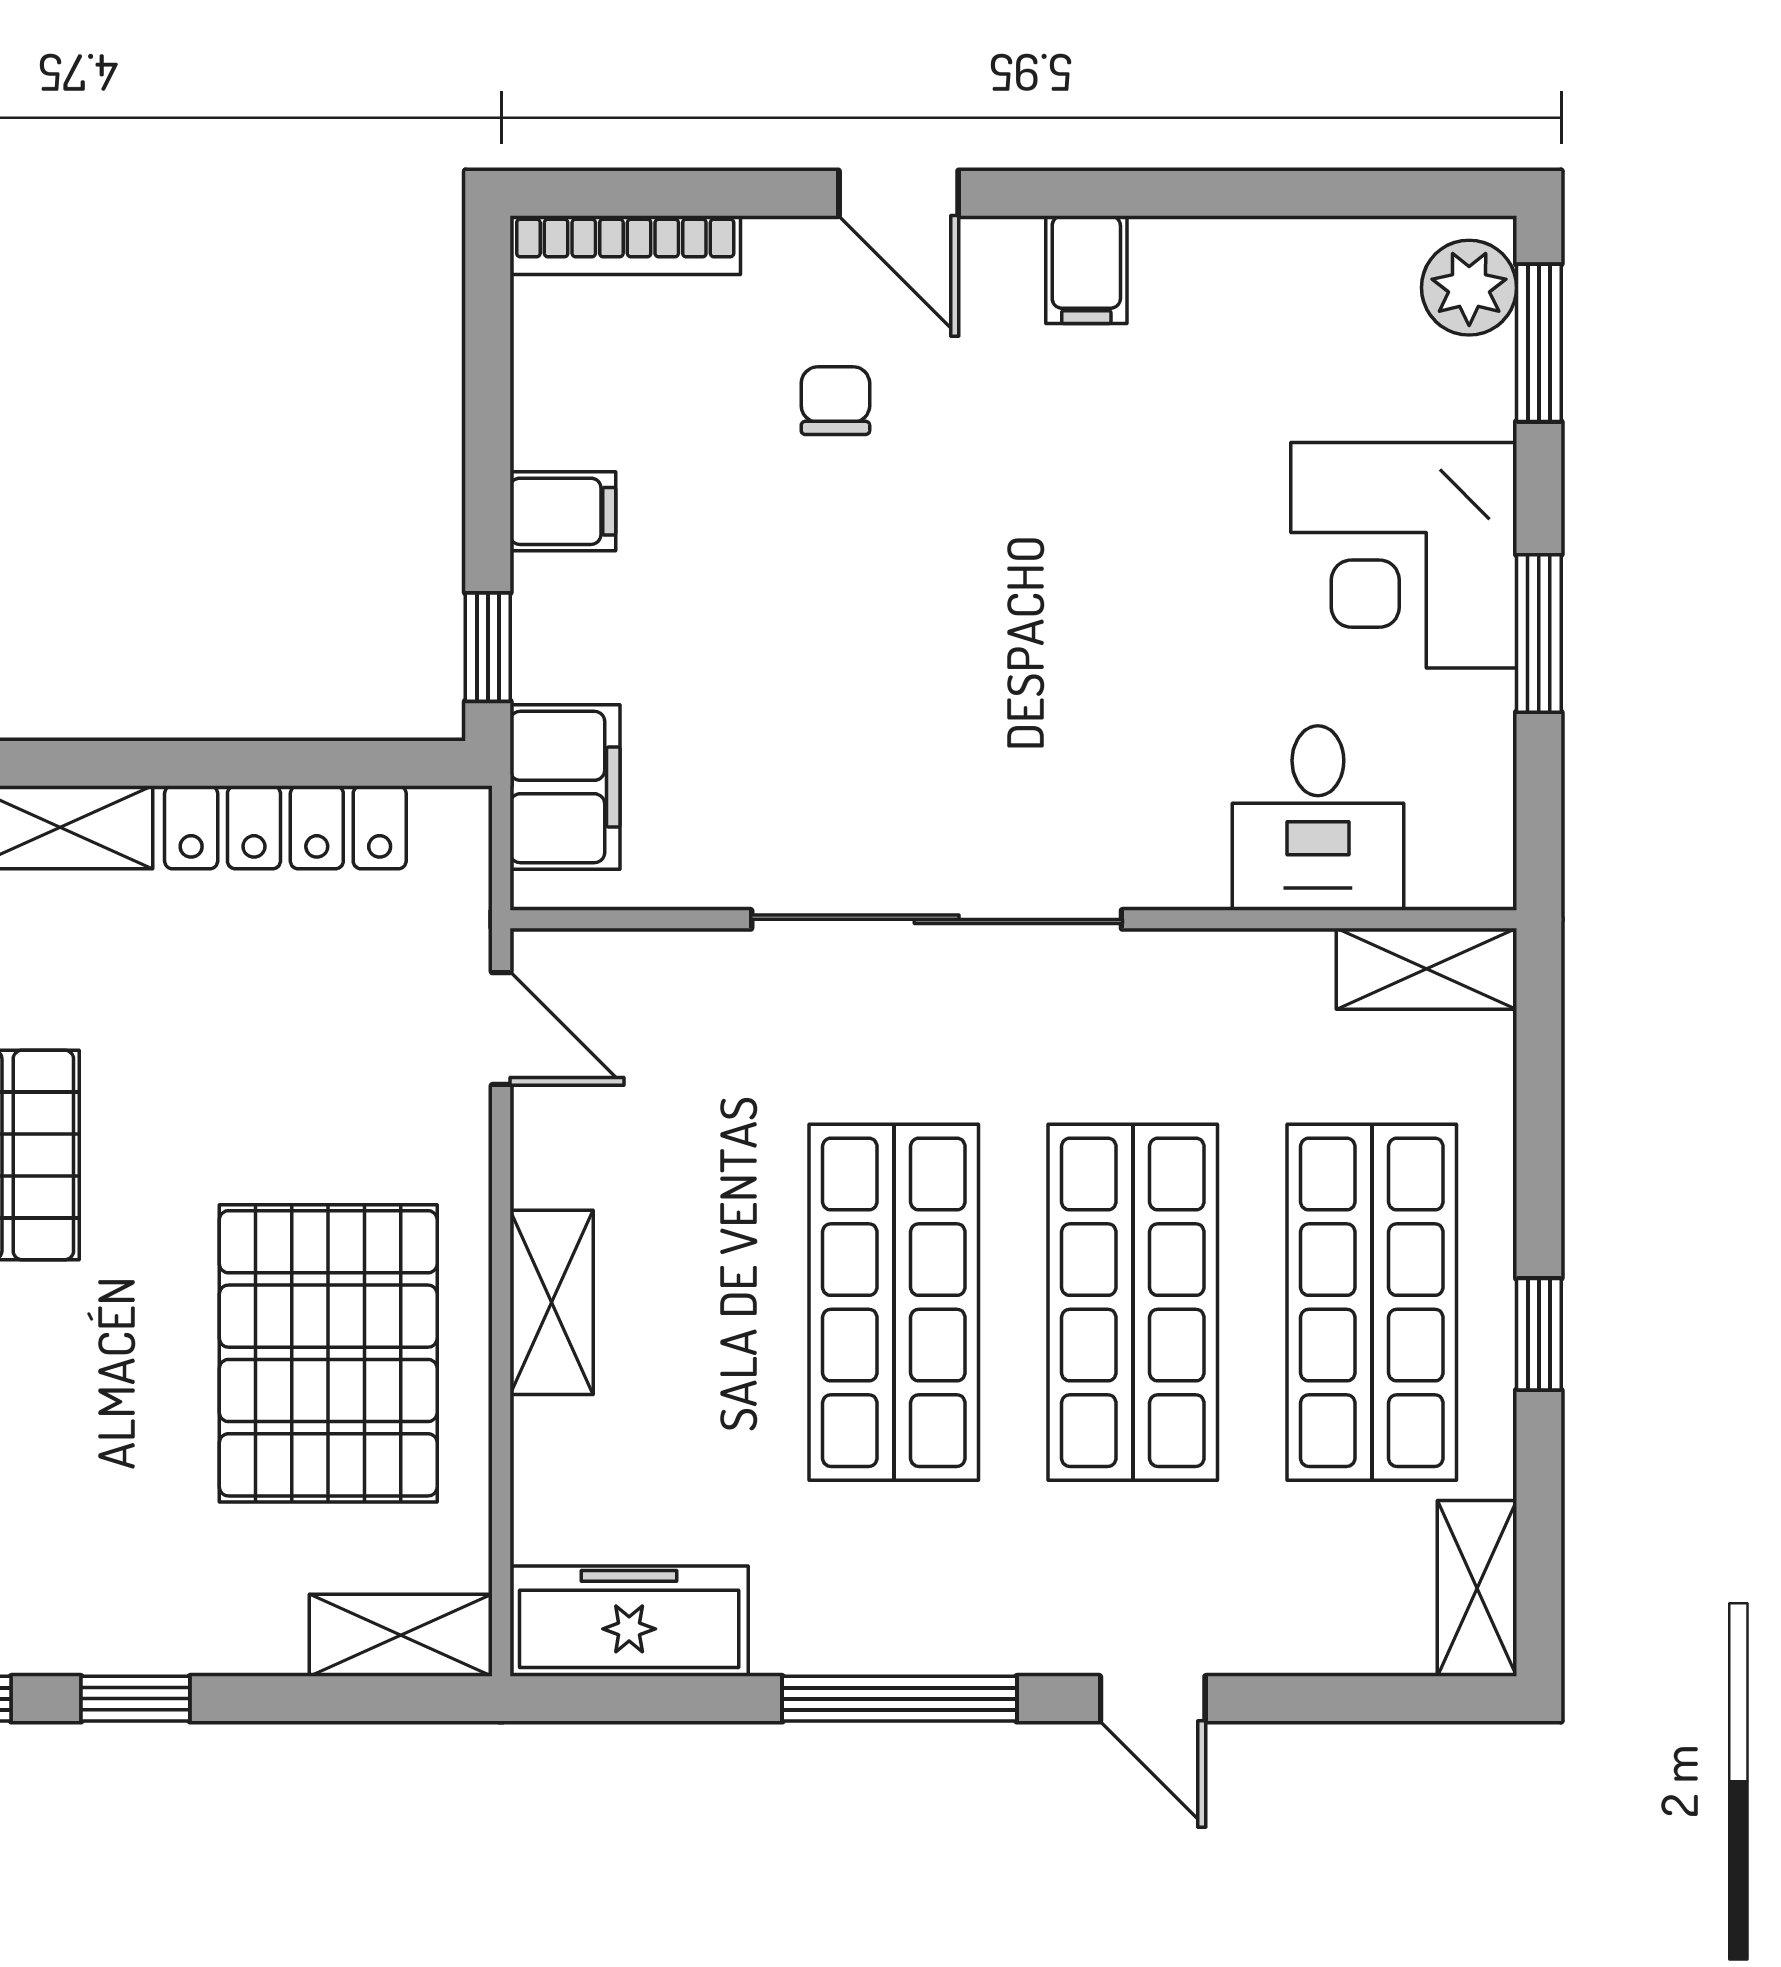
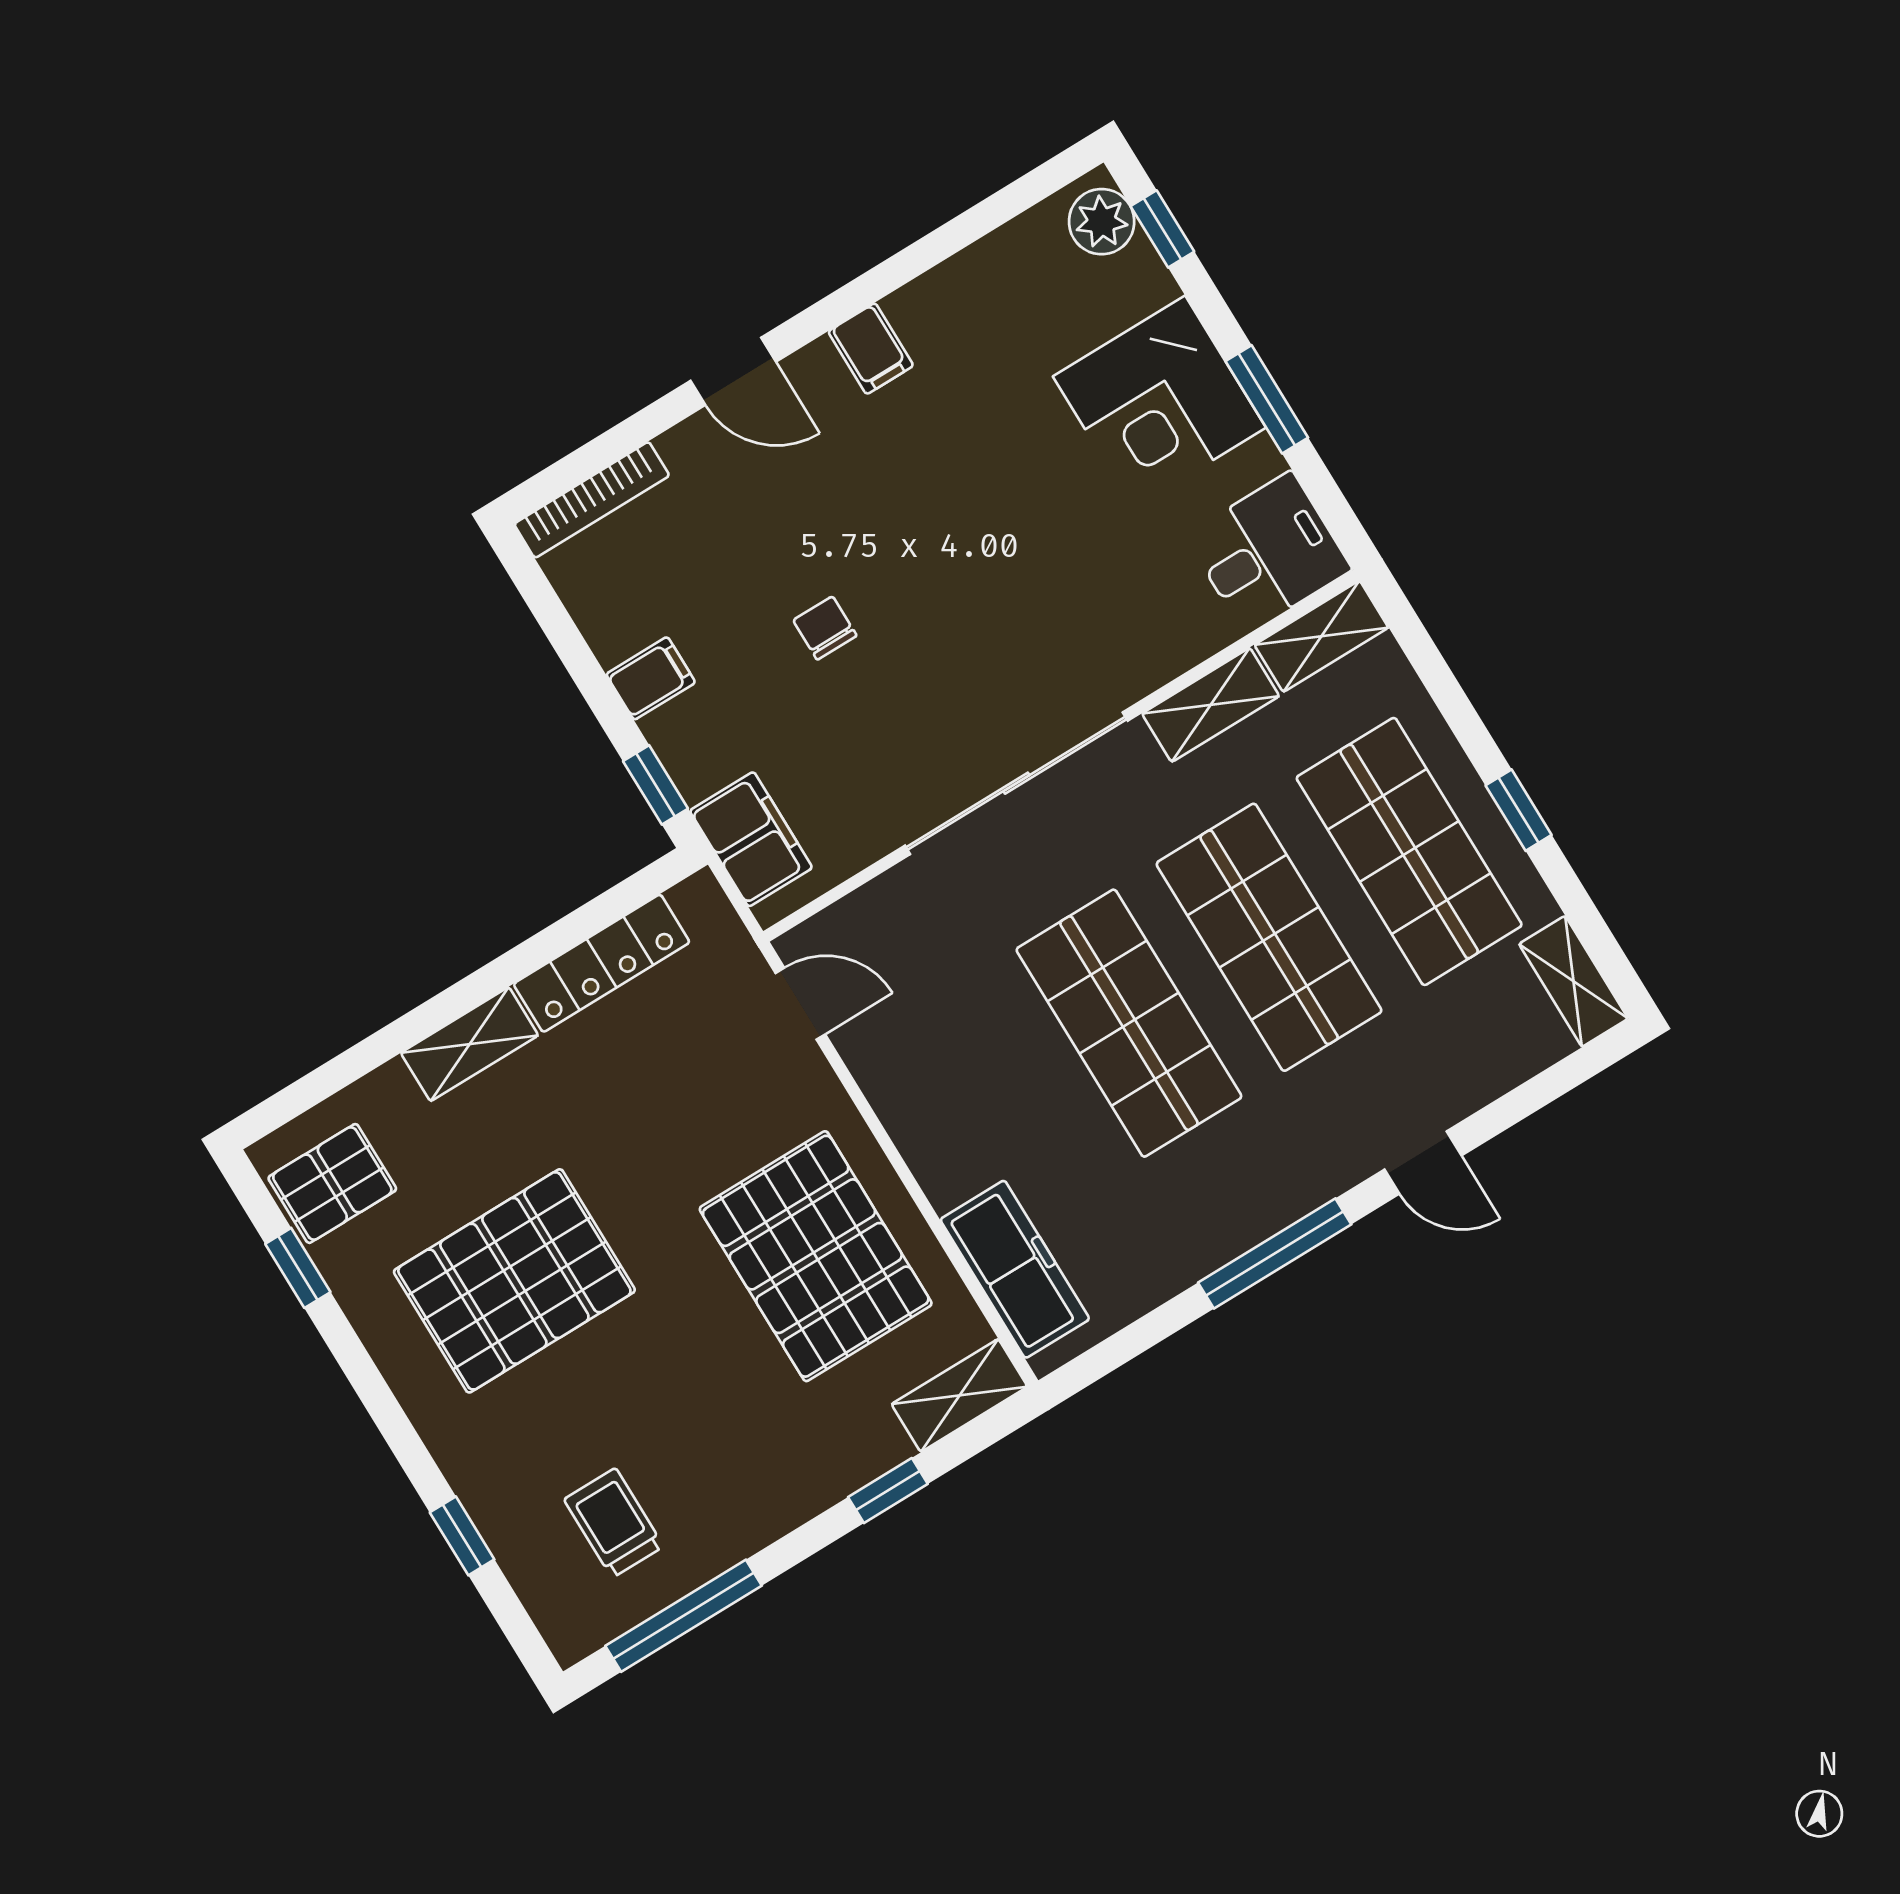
window: (1539, 343) -> (1162, 229), width x0.67
chair: (835, 401) -> (825, 628), moved
desk: (1318, 818) -> (1268, 553), moved, turned -90
shelving: (552, 1302) -> (1211, 705), moved, turned 90
freezer: (629, 1621) -> (1015, 1269), moved, turned 90
window: (135, 1699) -> (888, 1491), moved

